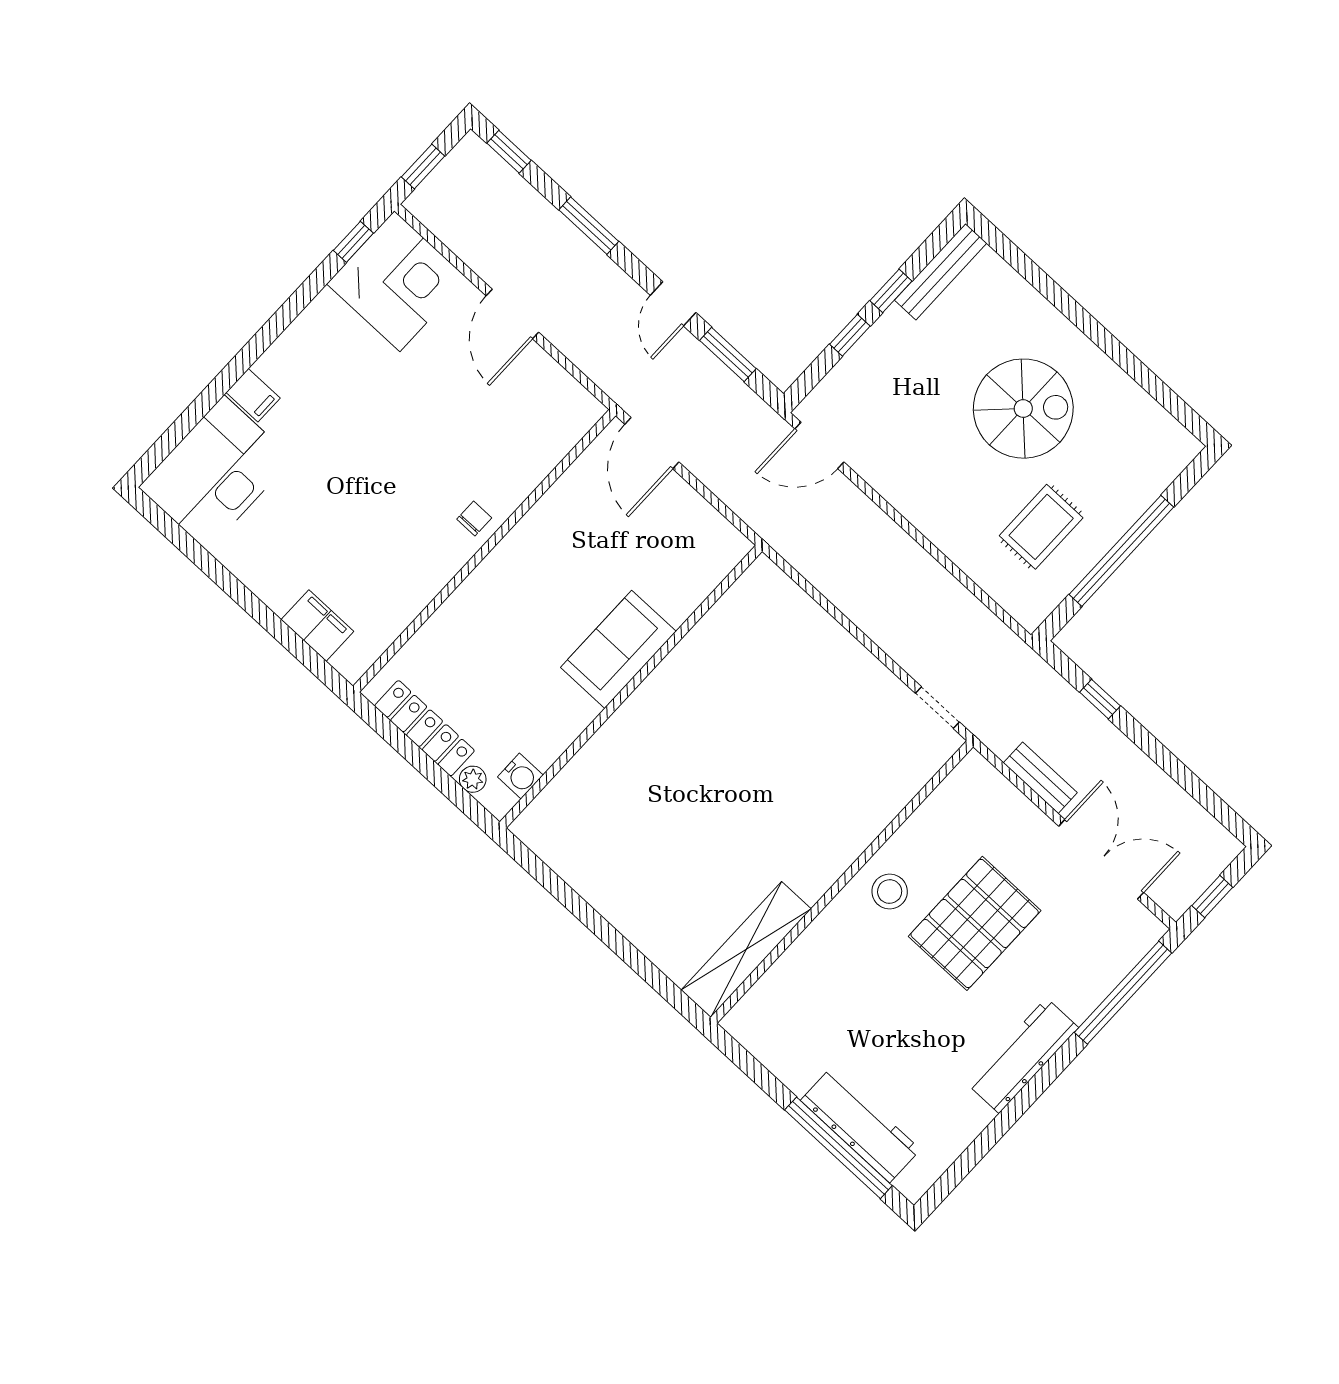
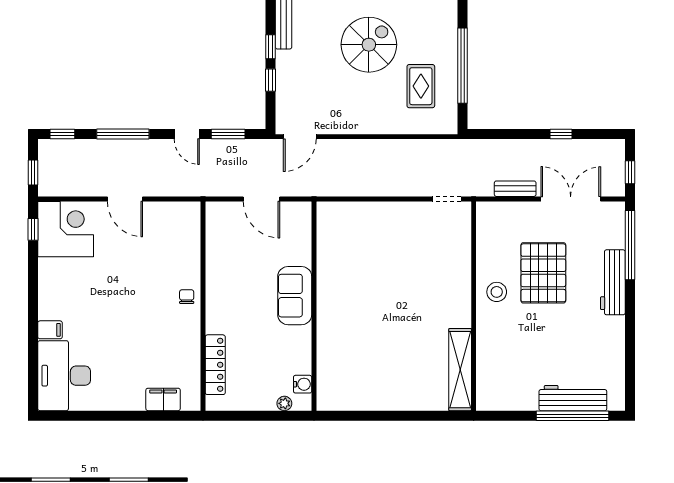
window: (589, 226) -> (123, 134), width x1.44
door: (652, 443) -> (261, 199), moved
window: (1100, 699) -> (561, 134), moved
locker: (425, 728) -> (215, 365), moved, turned 90
workbench: (1023, 1056) -> (613, 282), moved

